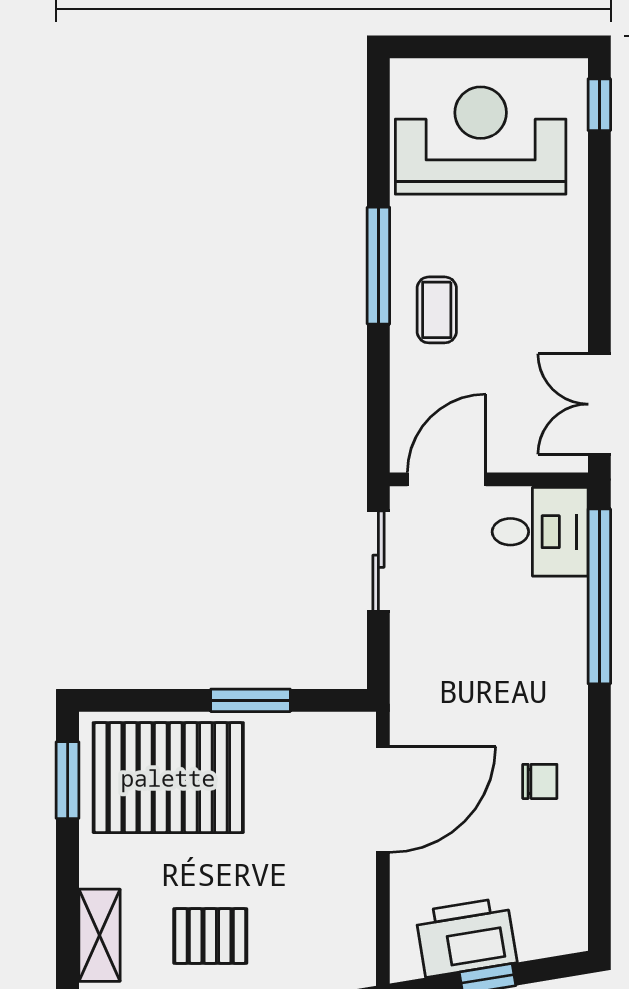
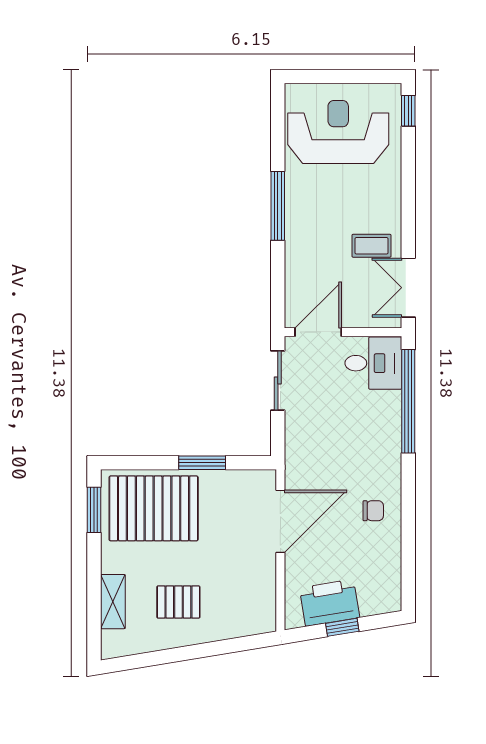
coffee table: (437, 310) -> (372, 246), moved, turned 90

